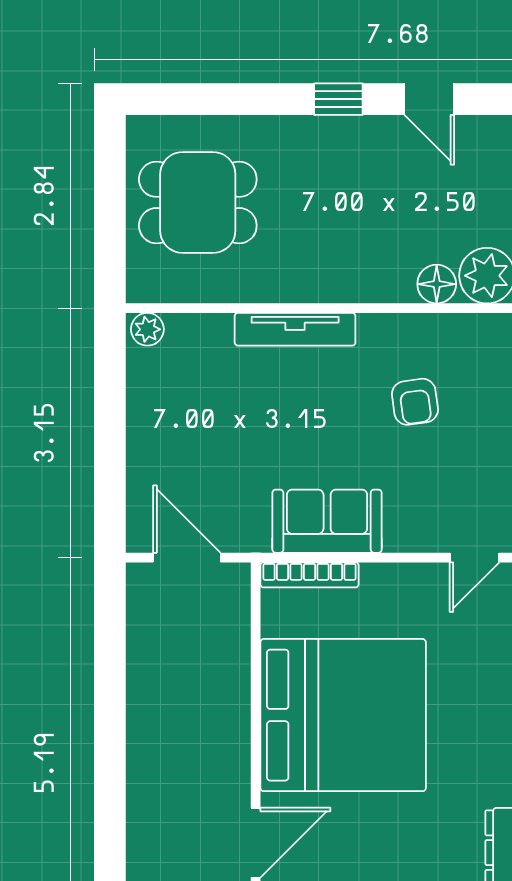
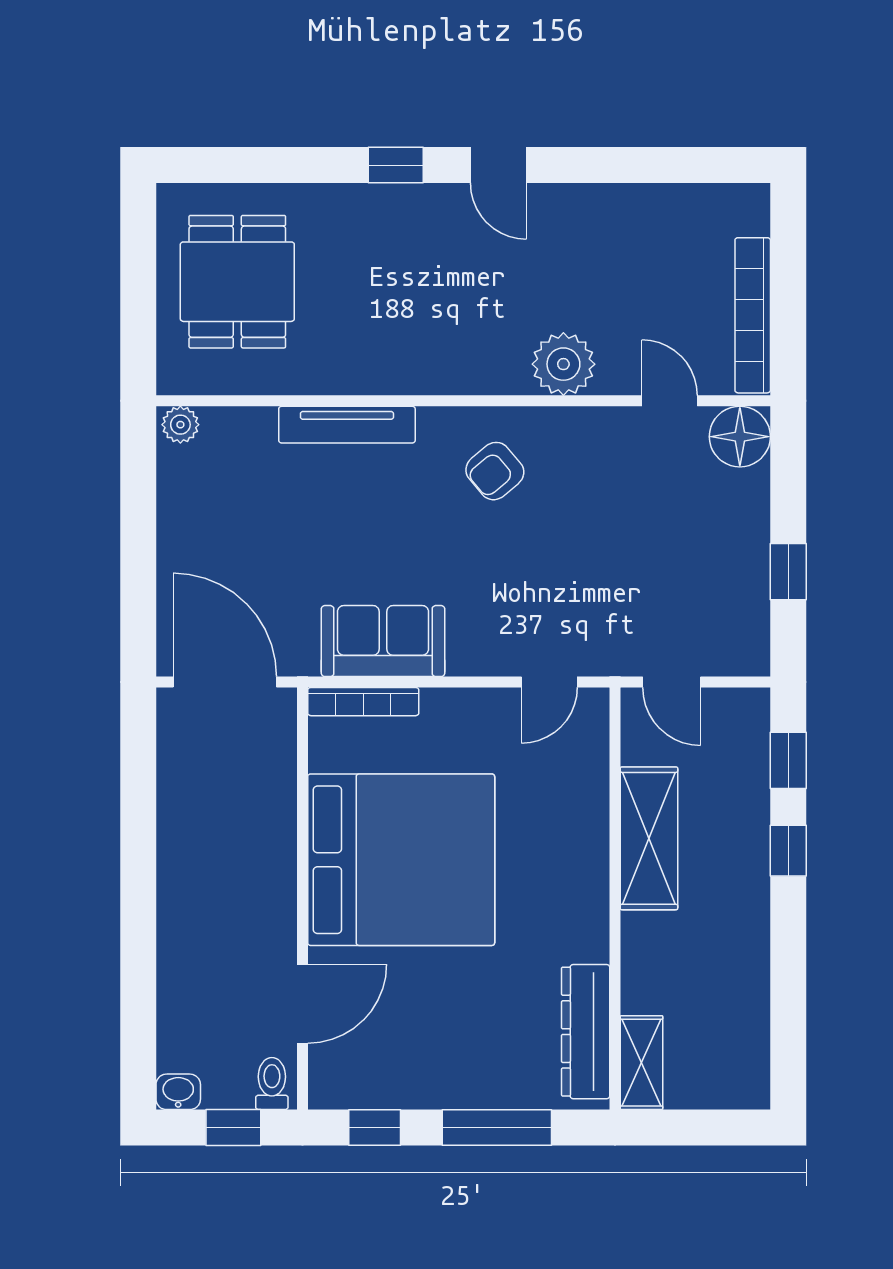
dining table: (198, 202) -> (237, 282), turned 90
floor lamp: (437, 284) -> (507, 374), removed
armchair: (415, 402) -> (495, 471), moved, turned 58
door: (187, 558) -> (225, 682), width x1.36

